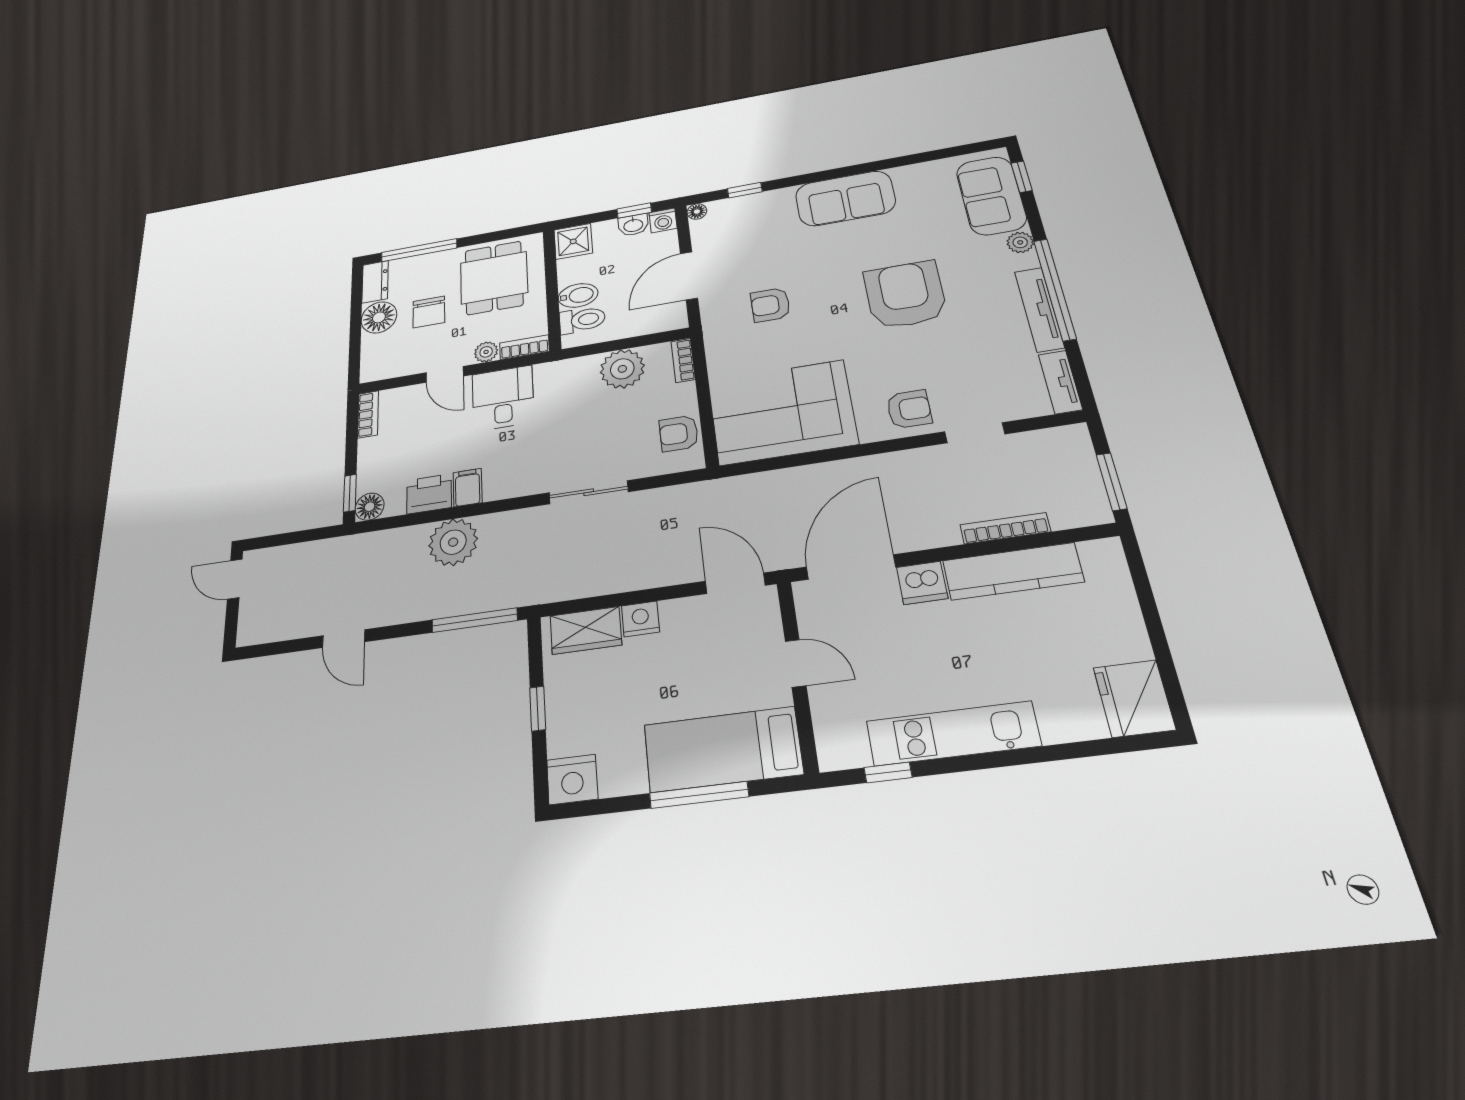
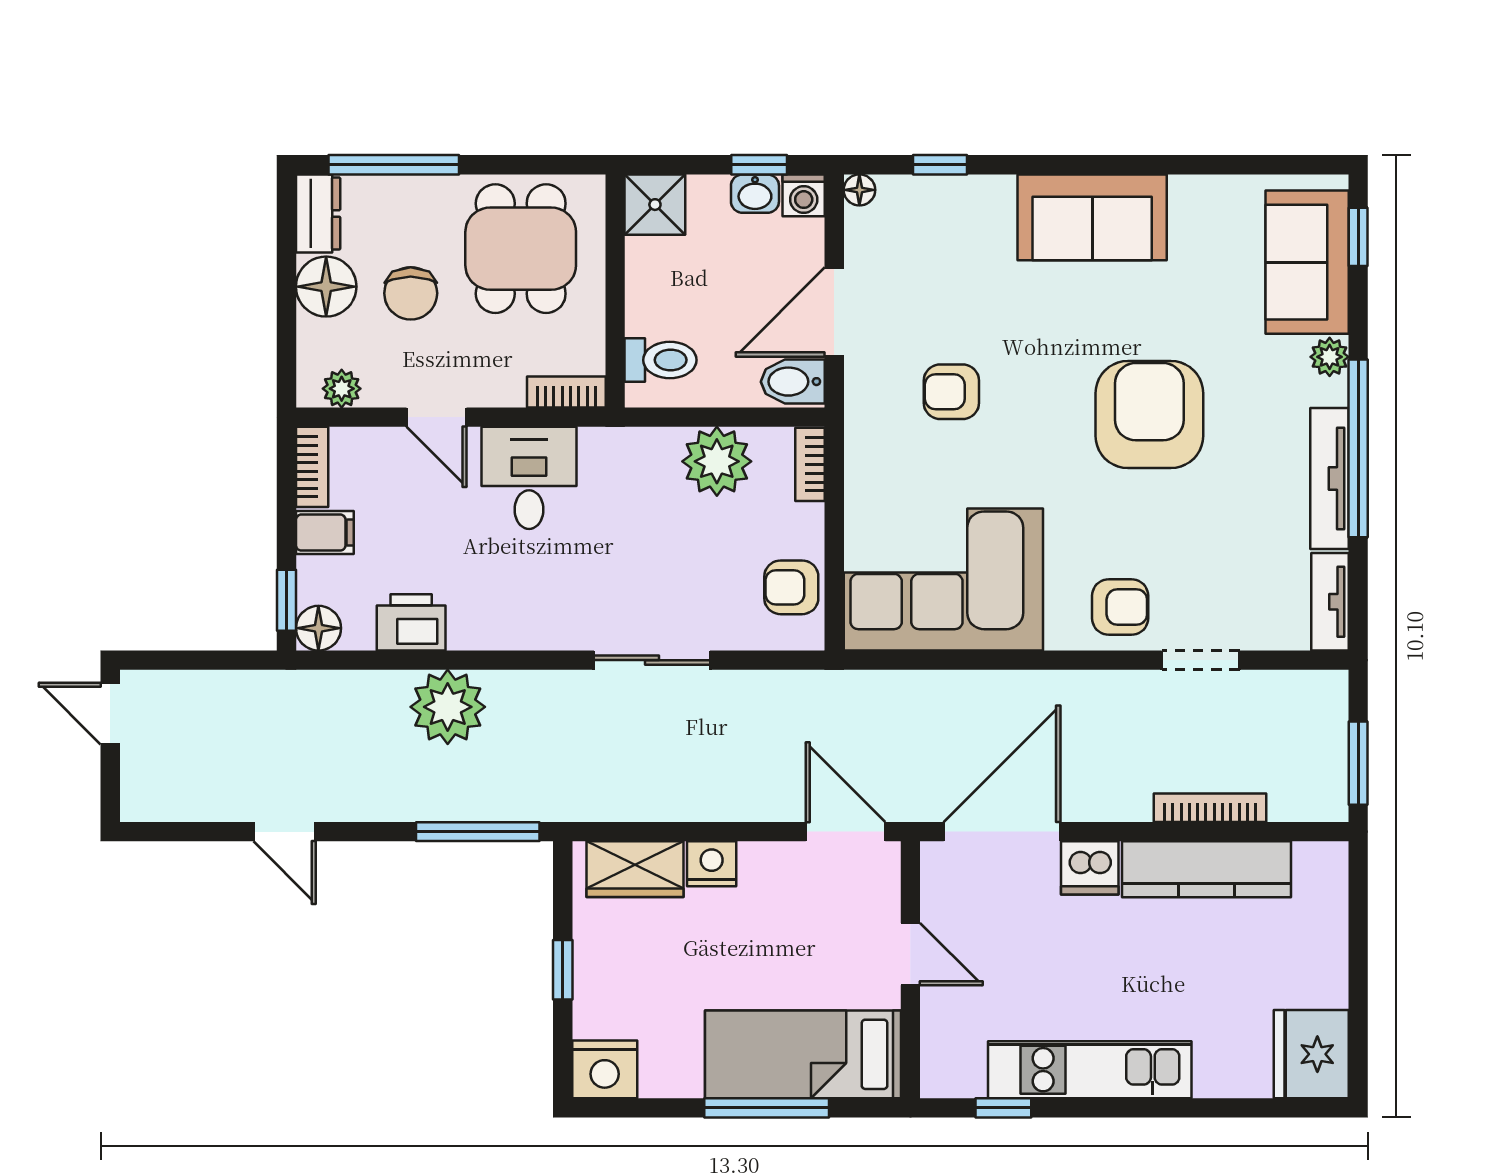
bidet: (578, 295) -> (793, 382), moved, turned 180
plant: (486, 352) -> (342, 389), moved
filing cabinet: (468, 488) -> (325, 533), moved, turned 90

